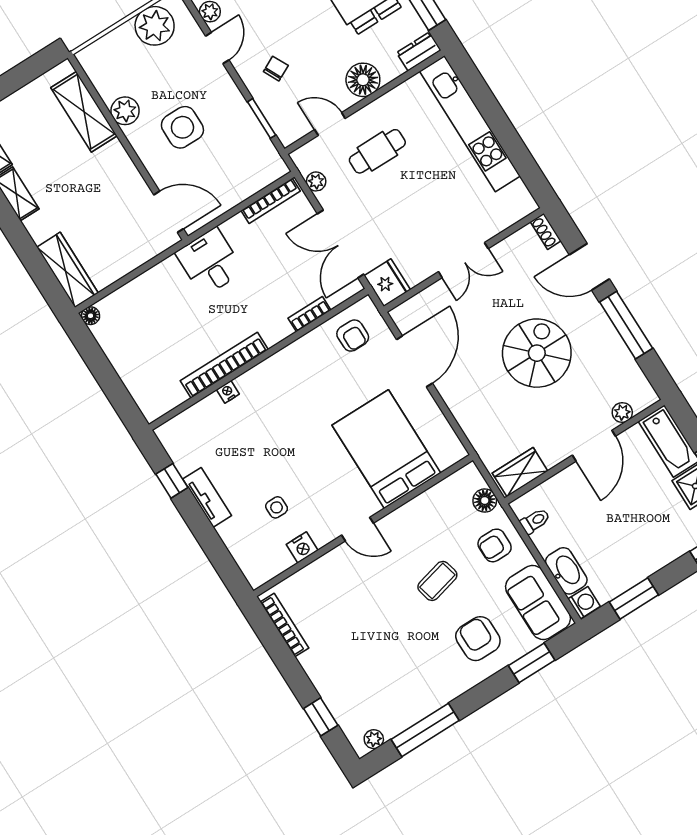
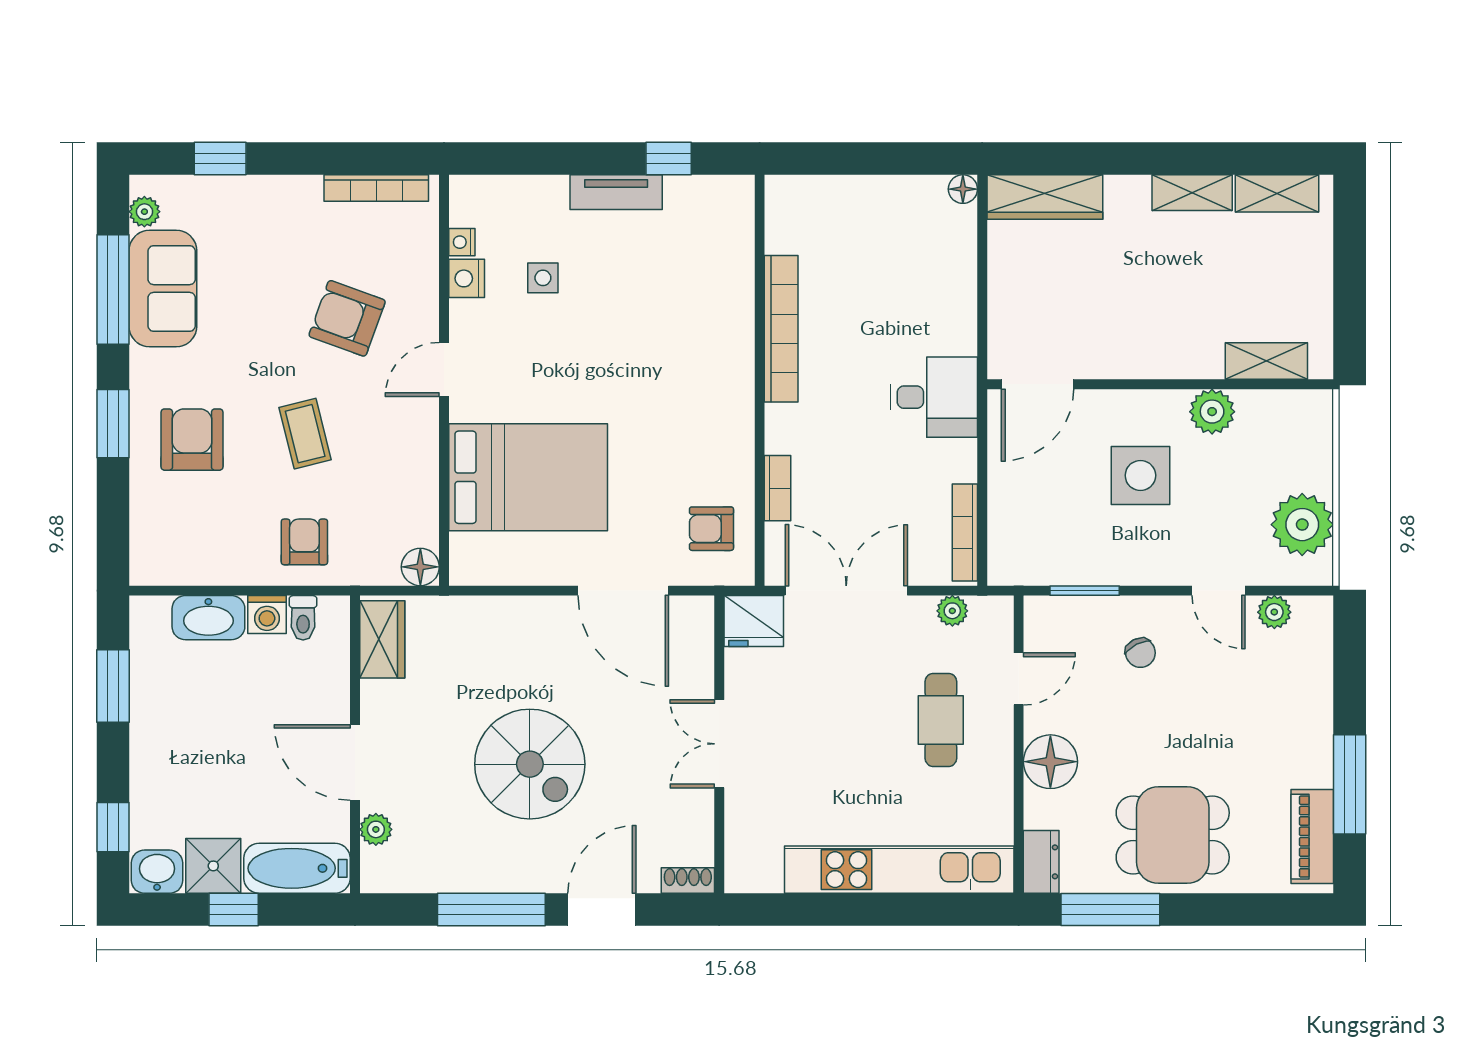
shelving: (84, 112) -> (1266, 361), width x0.67, depth x0.75
nightstand: (228, 392) -> (462, 242), moved, turned 180
floor lamp: (485, 501) -> (420, 567), moved
armchair: (363, 597) -> (347, 318), added
sofa: (538, 603) -> (163, 289), moved, turned 90
washing machine: (584, 603) -> (267, 615), moved
armchair: (478, 639) -> (192, 440), turned -90
window: (532, 663) -> (113, 424), moved

